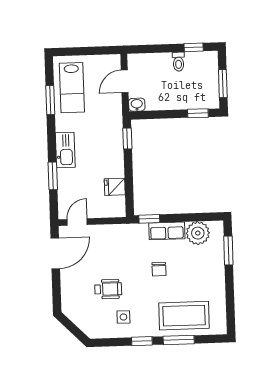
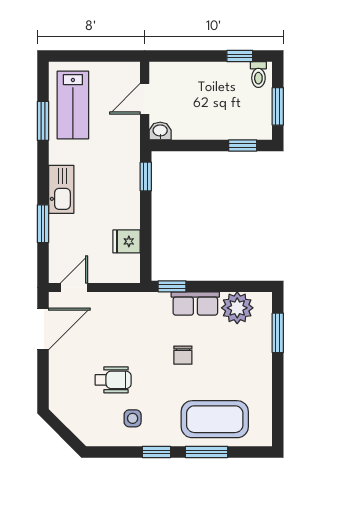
toilet: (178, 62) -> (258, 75), moved

